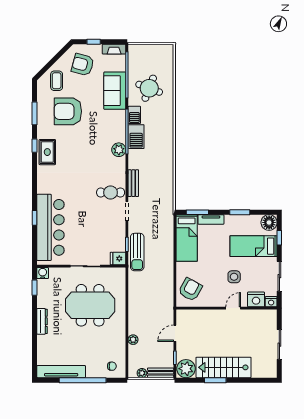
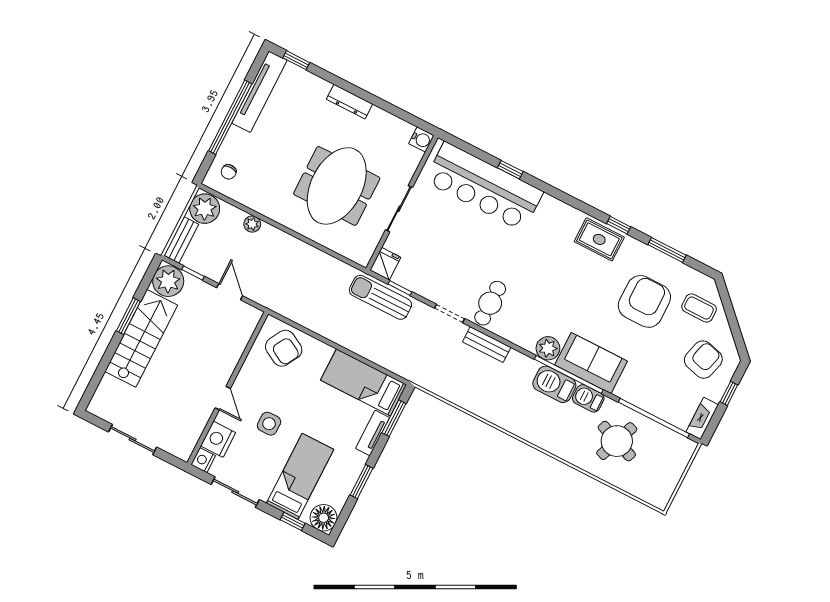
sofa: (115, 91) -> (591, 363), moved
window: (35, 288) -> (296, 60), moved
plant: (142, 373) -> (205, 209), width x1.88, depth x1.88

